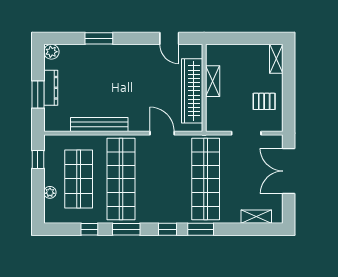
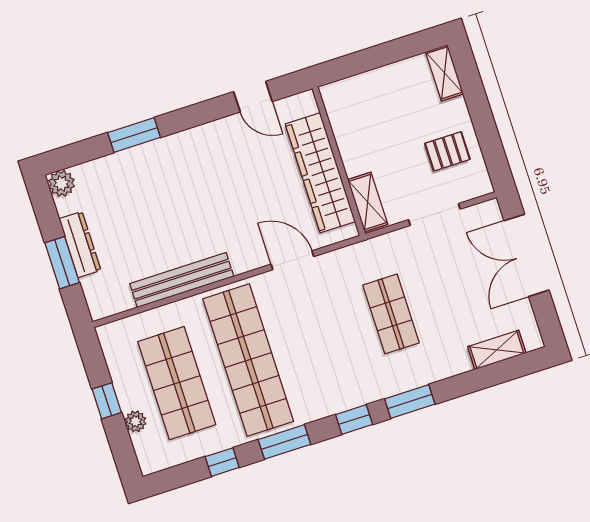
shelving: (213, 81) -> (368, 202), moved
window: (38, 160) -> (107, 401), moved
shop shelf: (206, 179) -> (391, 314), width x0.50, depth x0.74

